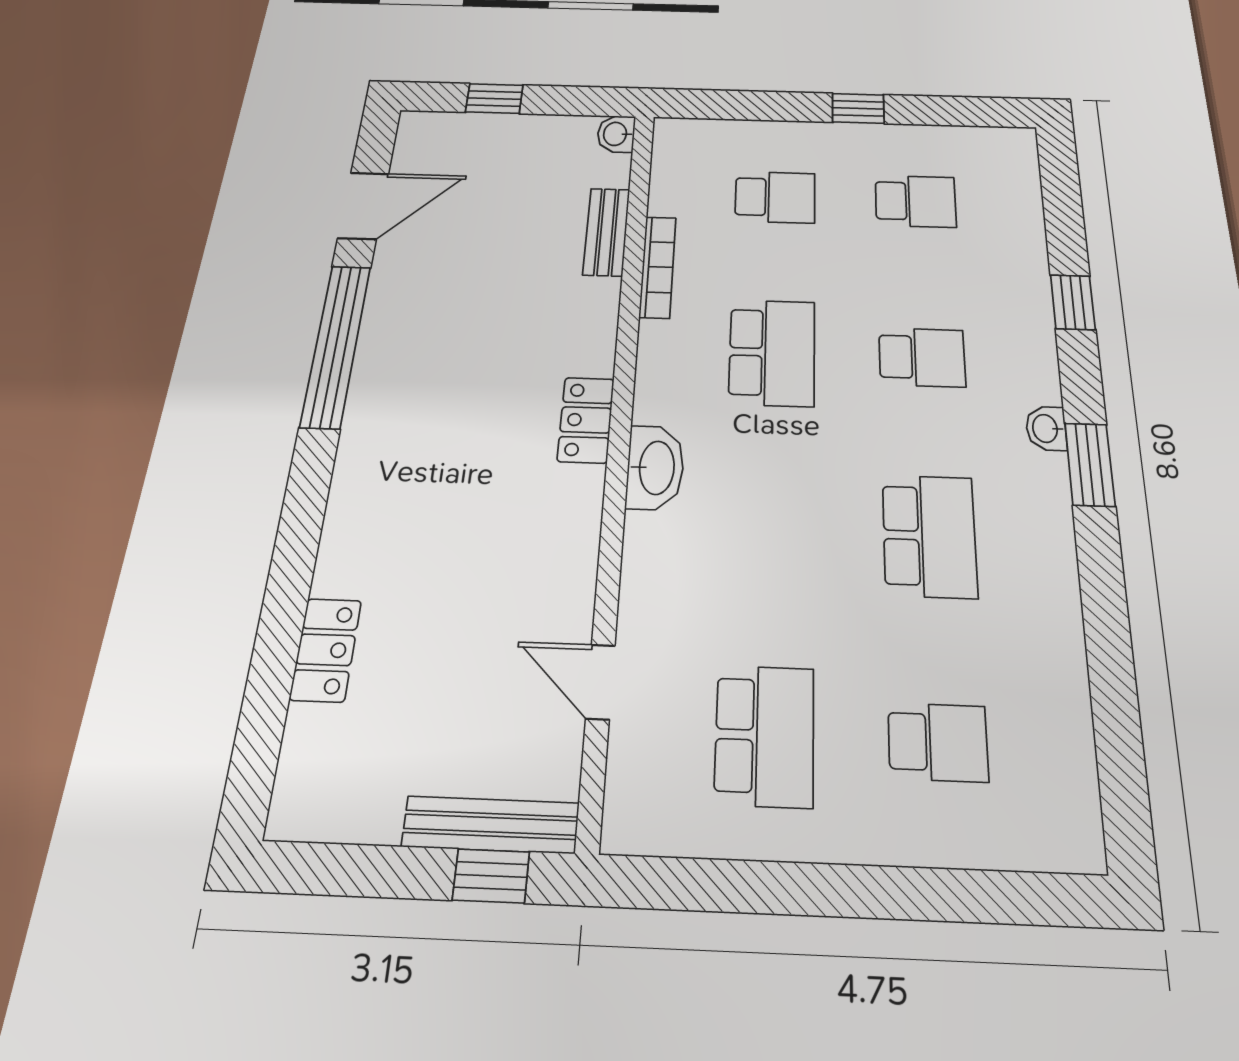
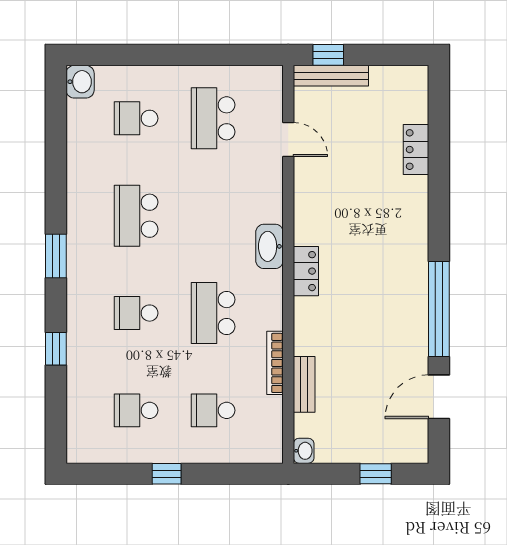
washbasin: (1046, 428) -> (80, 82), moved, width x1.38, depth x1.45

